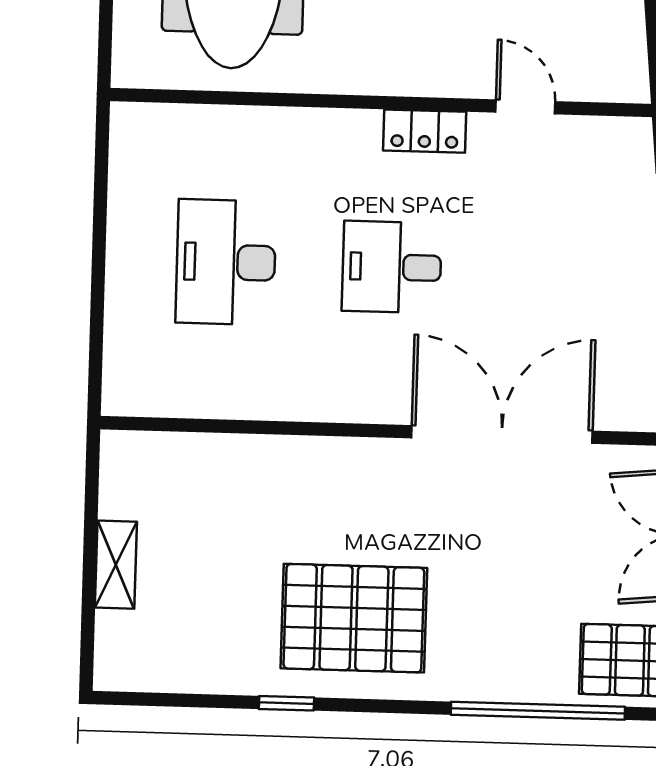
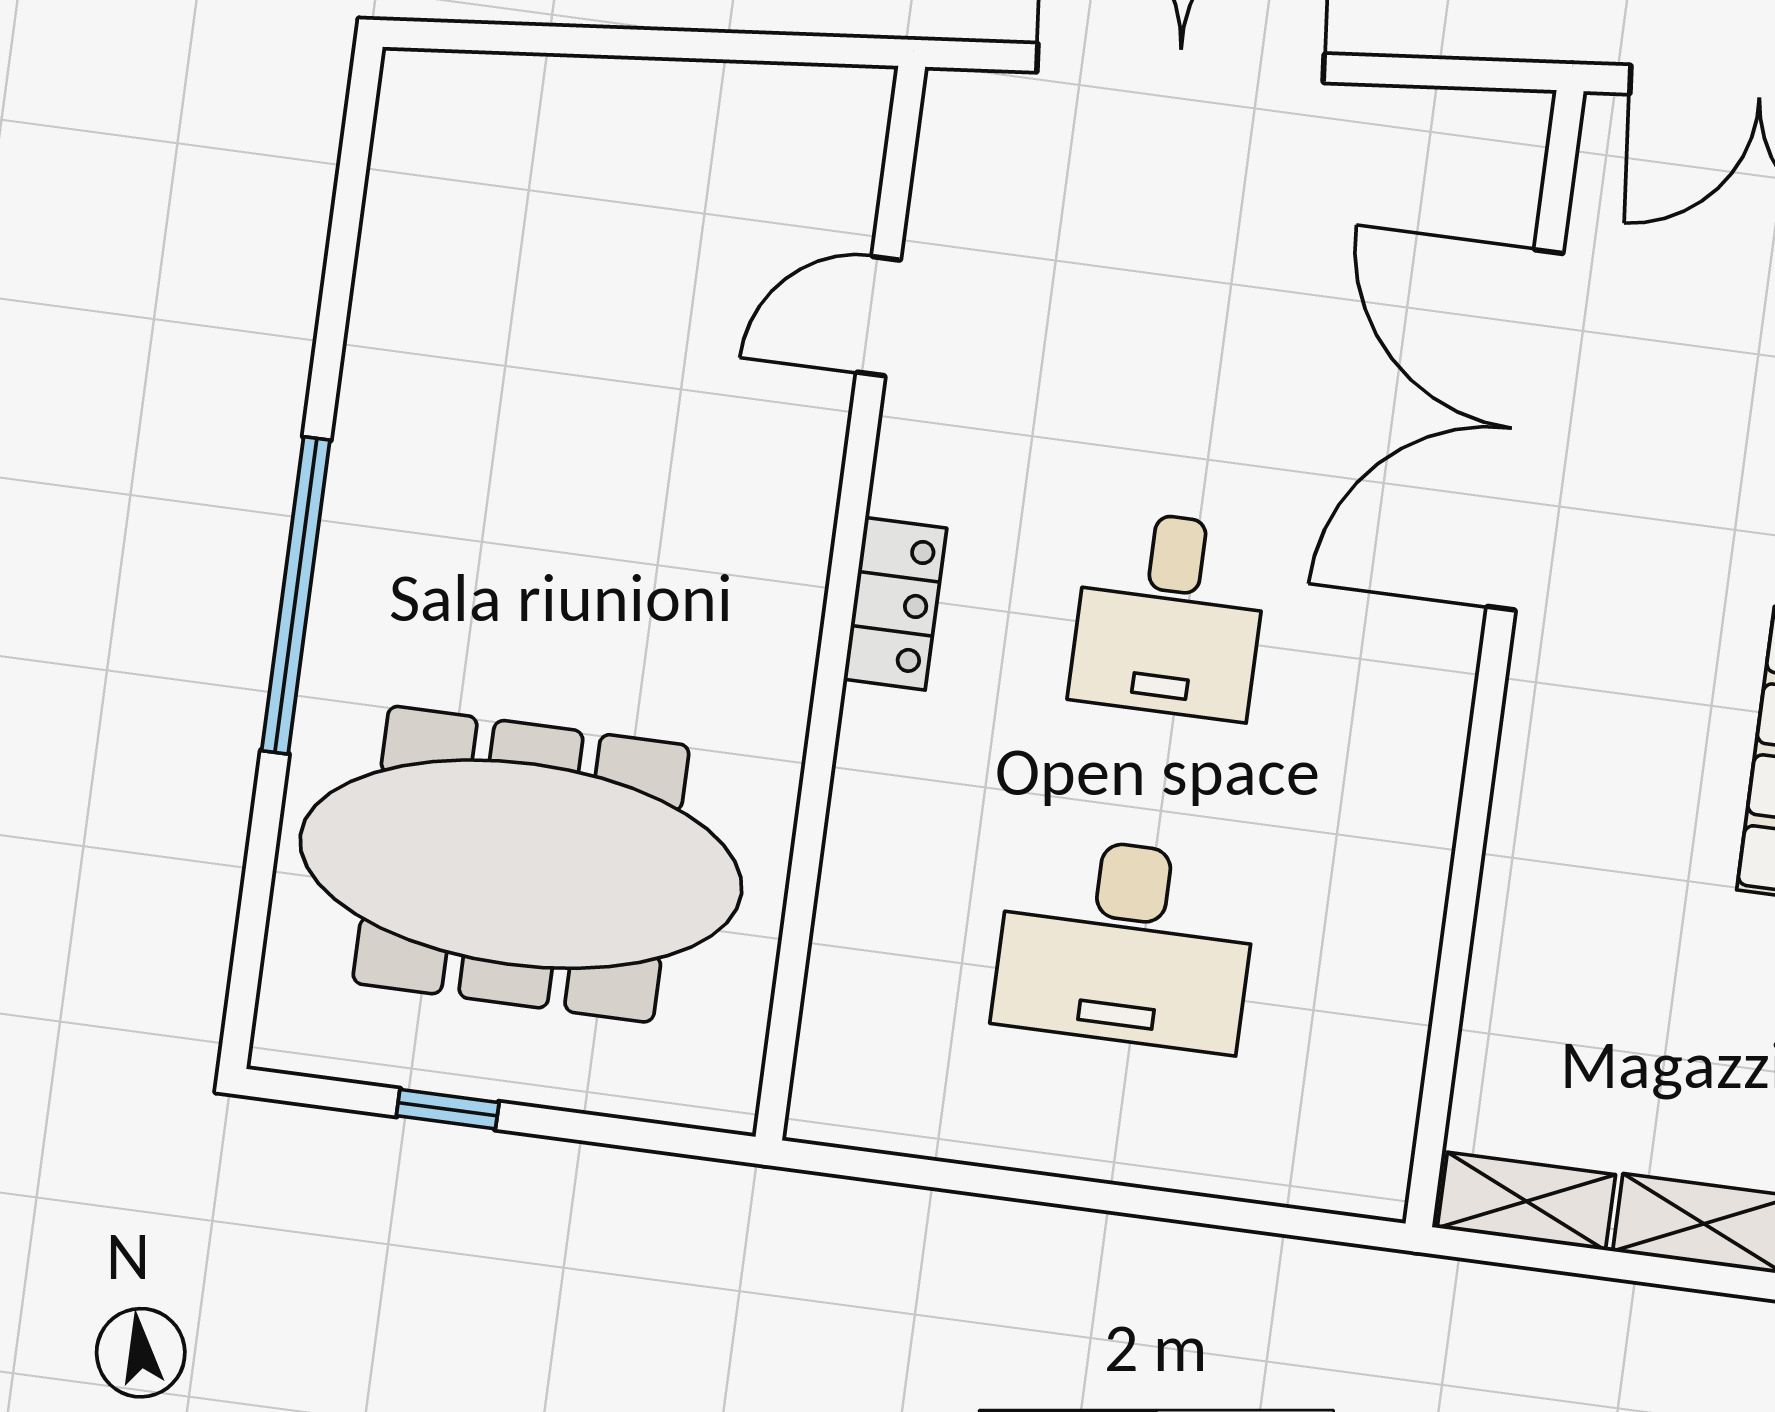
locker: (425, 131) -> (895, 604), moved
shelving: (118, 475) -> (1526, 1201), added

